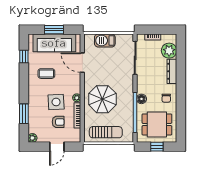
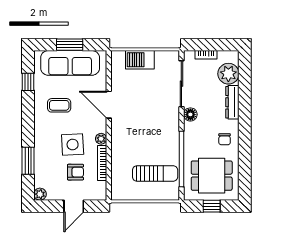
door: (82, 63) -> (109, 105), moved
parasol: (102, 99) -> (137, 141), removed
floor lamp: (141, 99) -> (190, 114), moved
sun lounger: (106, 132) -> (155, 173), moved

